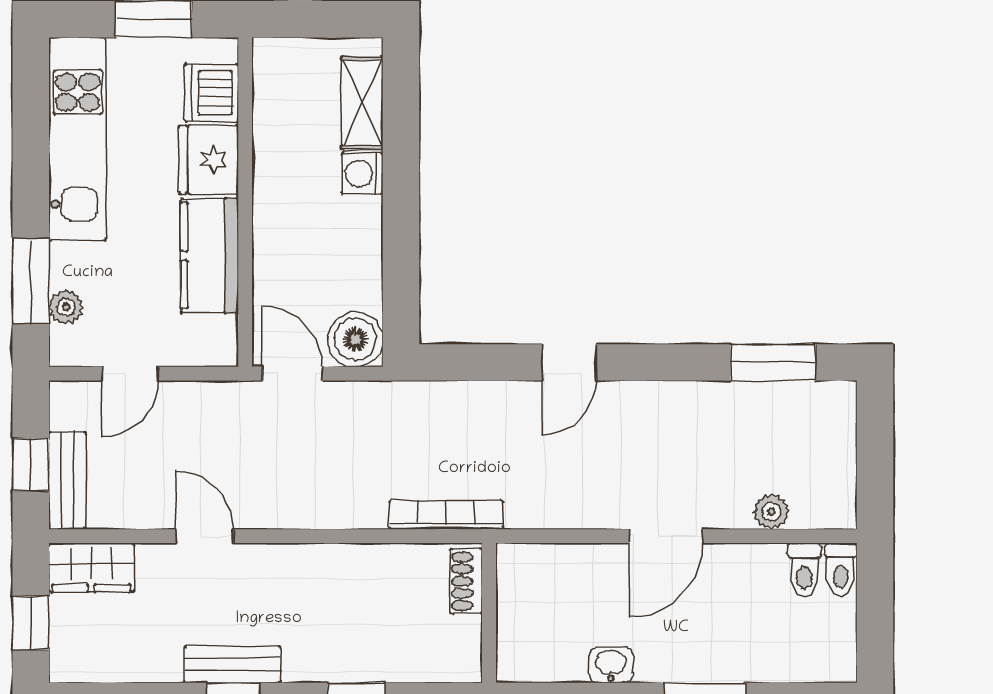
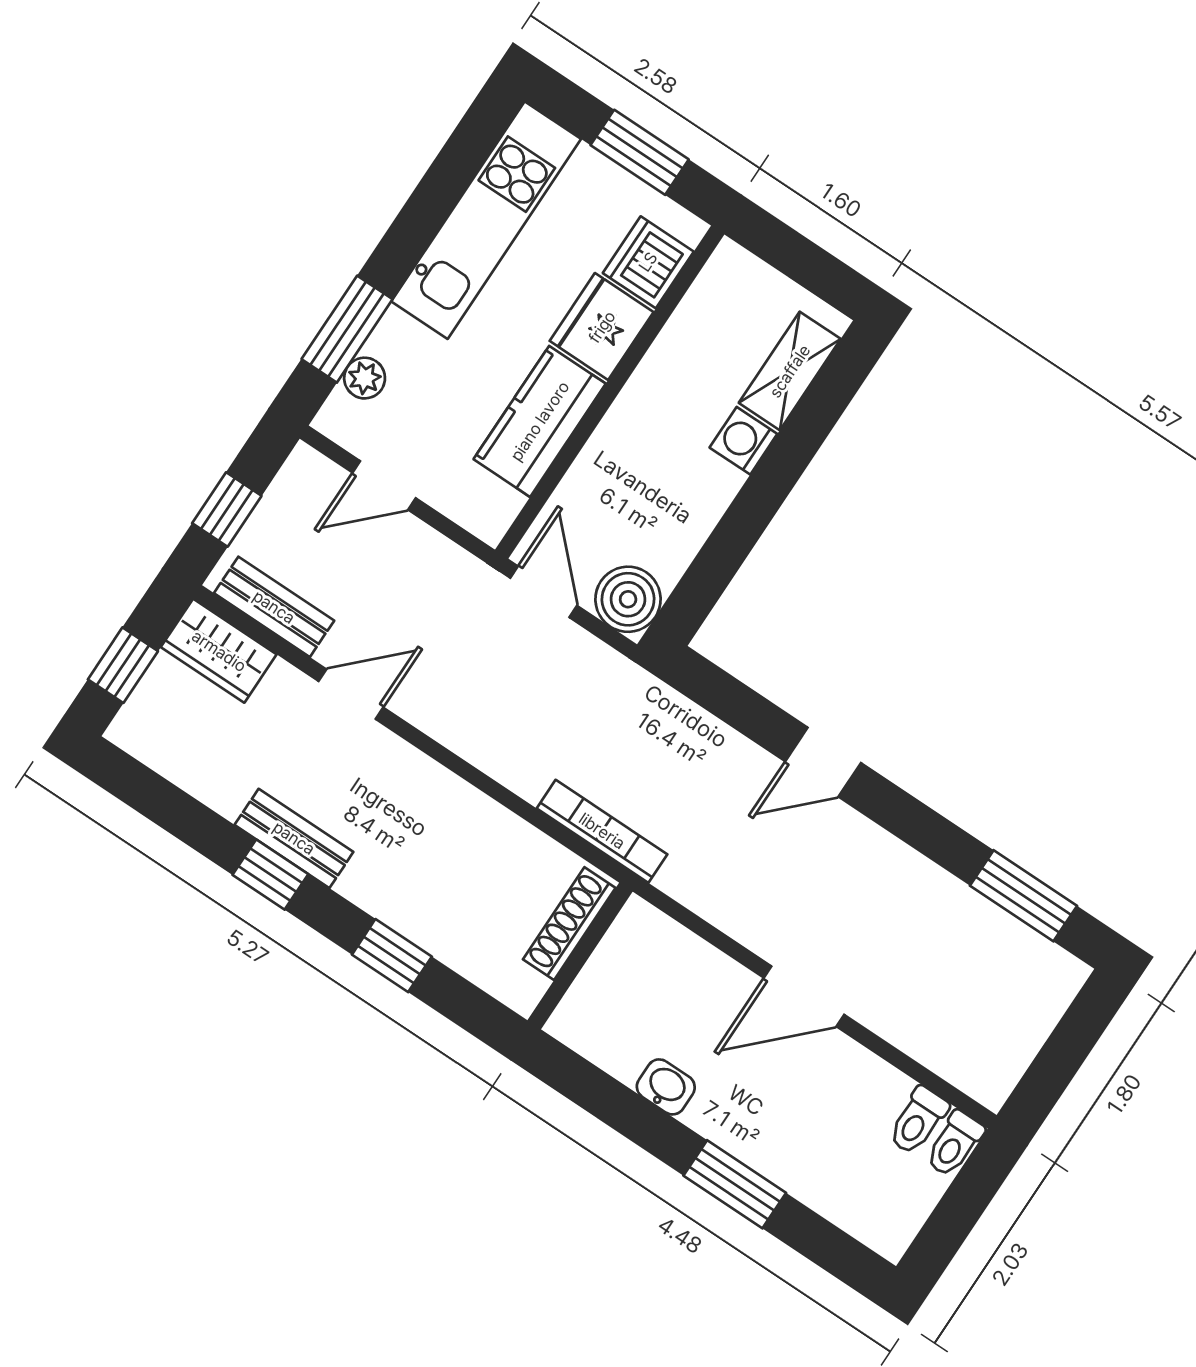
bench: (67, 481) -> (274, 607), moved, turned 90
plant: (771, 512) -> (924, 1042), removed
door: (205, 536) -> (351, 694), hinge flipped
shoe rack: (466, 581) -> (569, 924), width x1.43

